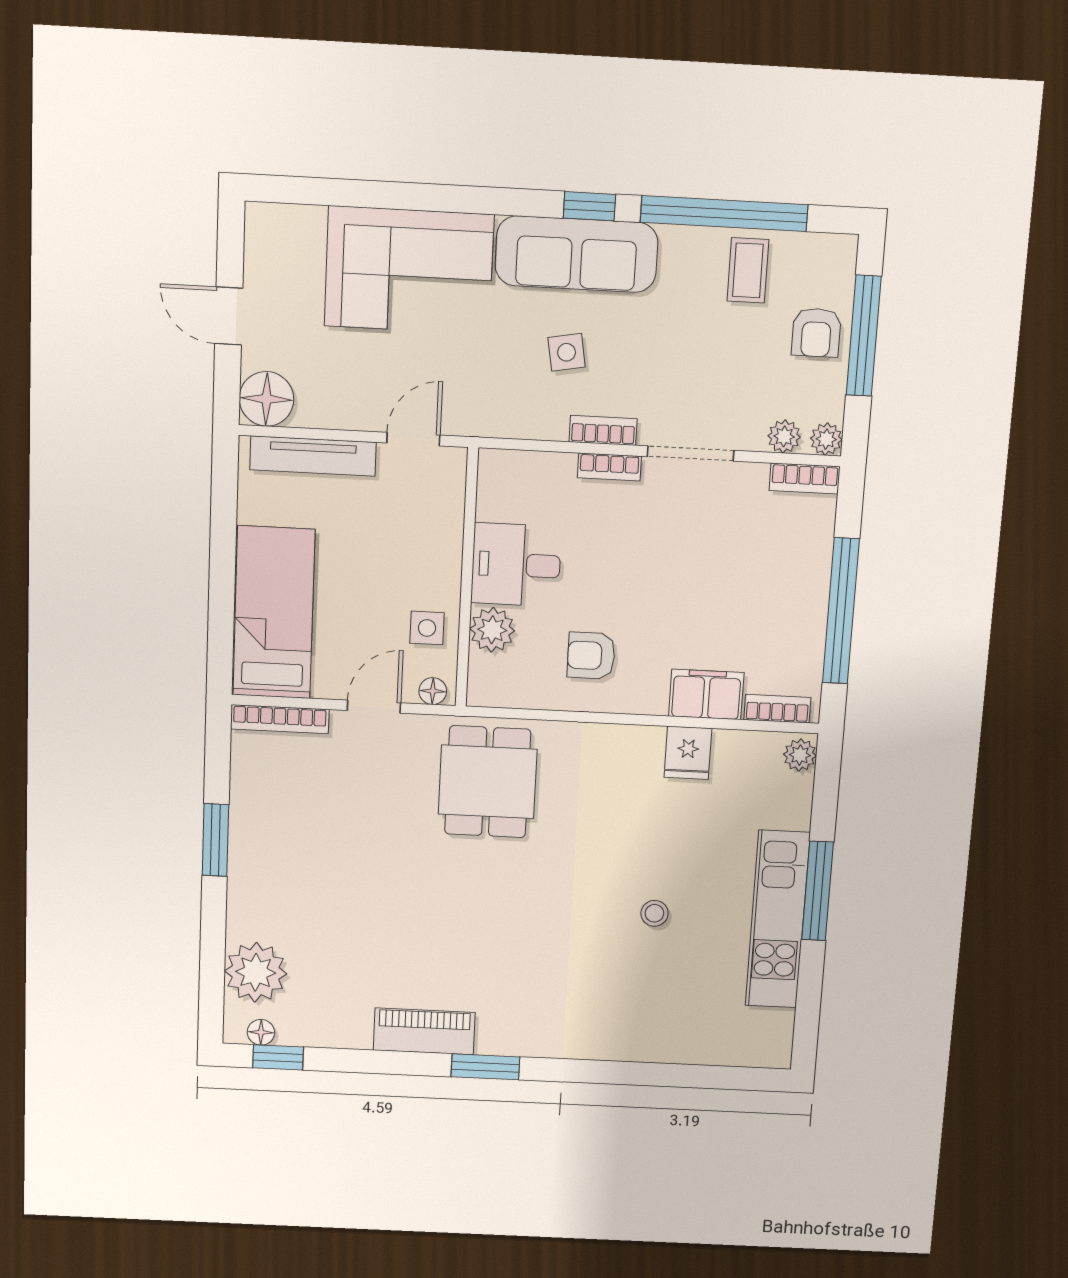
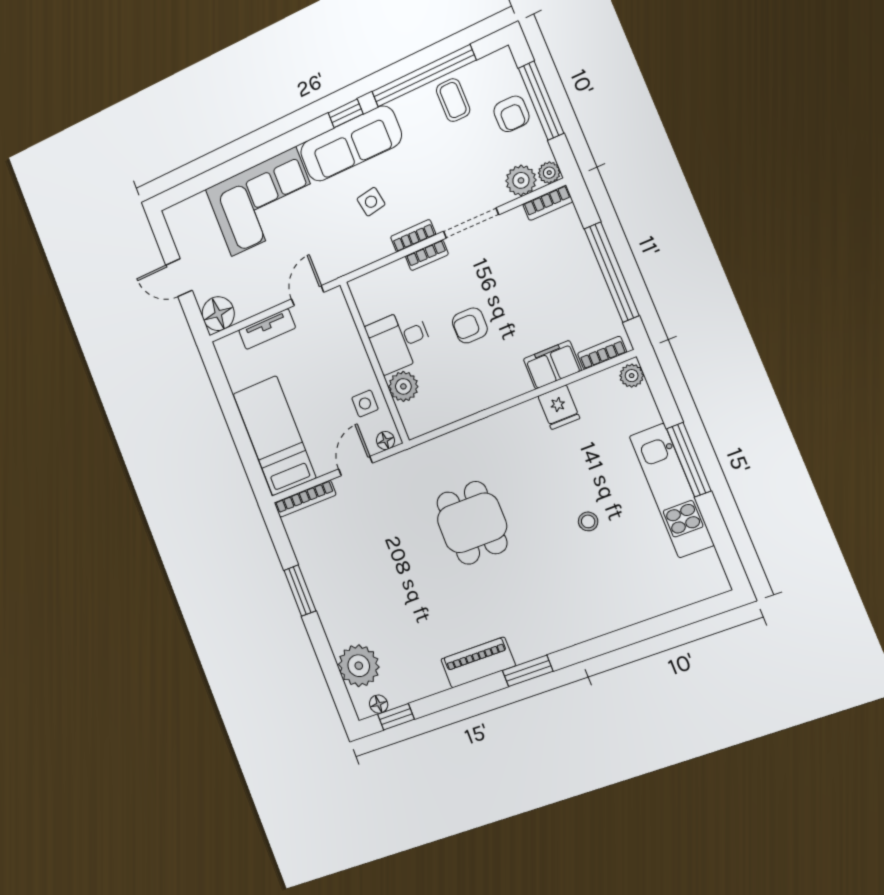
plant: (784, 436) -> (521, 180), width x1.38, depth x1.38
tv unit: (313, 456) -> (267, 329), width x0.71
armchair: (591, 656) -> (470, 325), moved
dining table: (488, 782) -> (472, 523), moved

